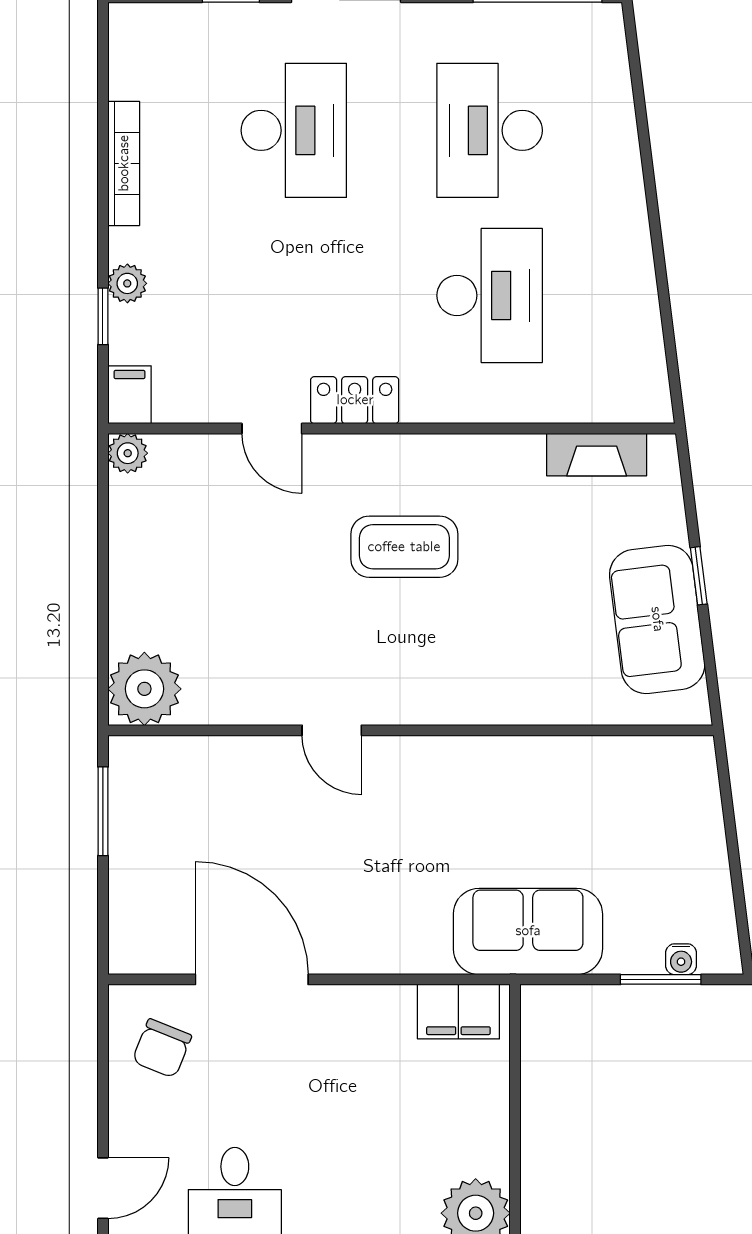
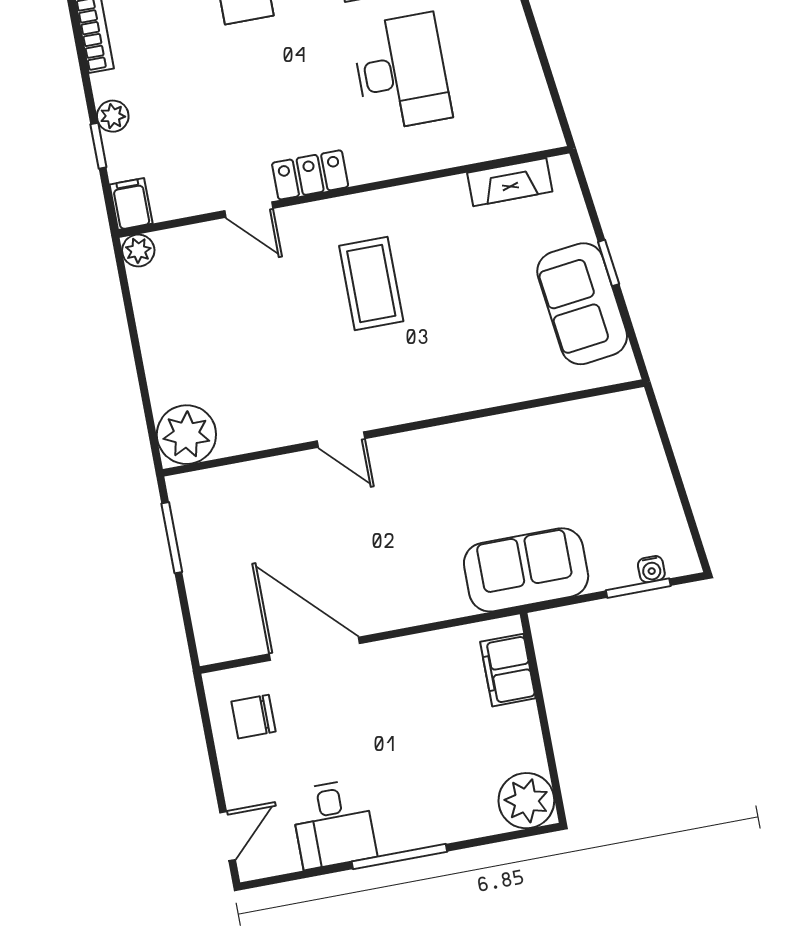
coffee table: (404, 547) -> (371, 284), turned 90
filing cabinet: (458, 1012) -> (508, 670), moved, turned 90
chair: (162, 1048) -> (254, 717), turned 68

